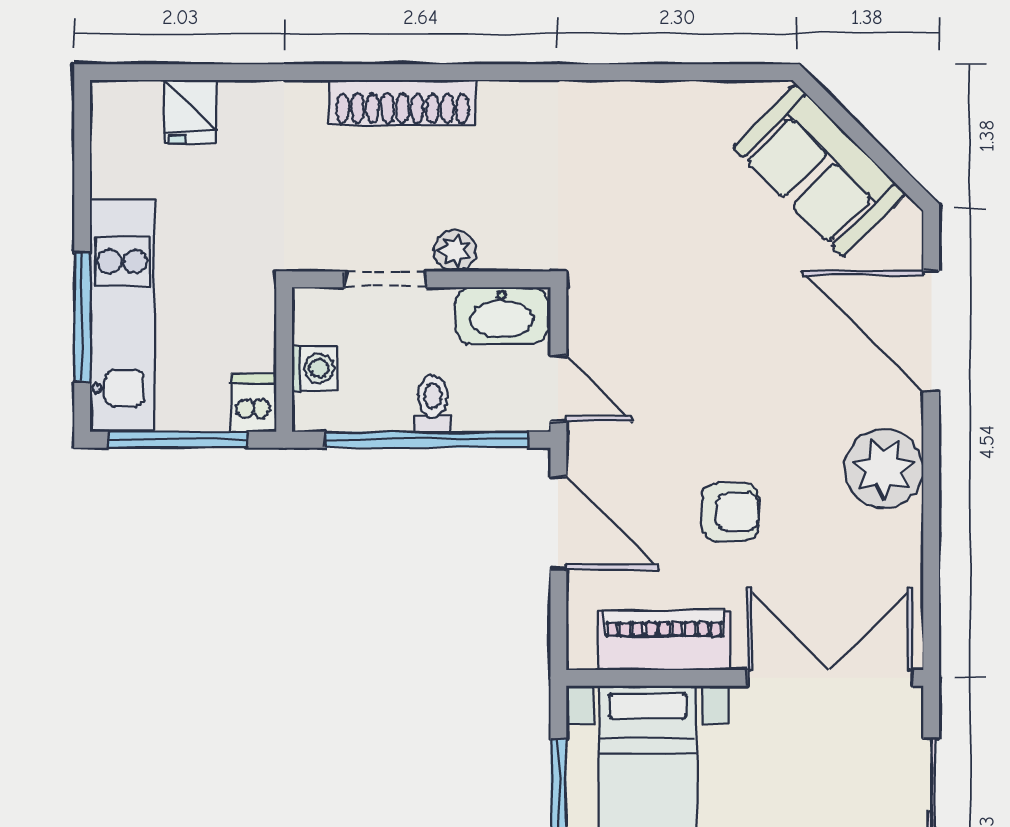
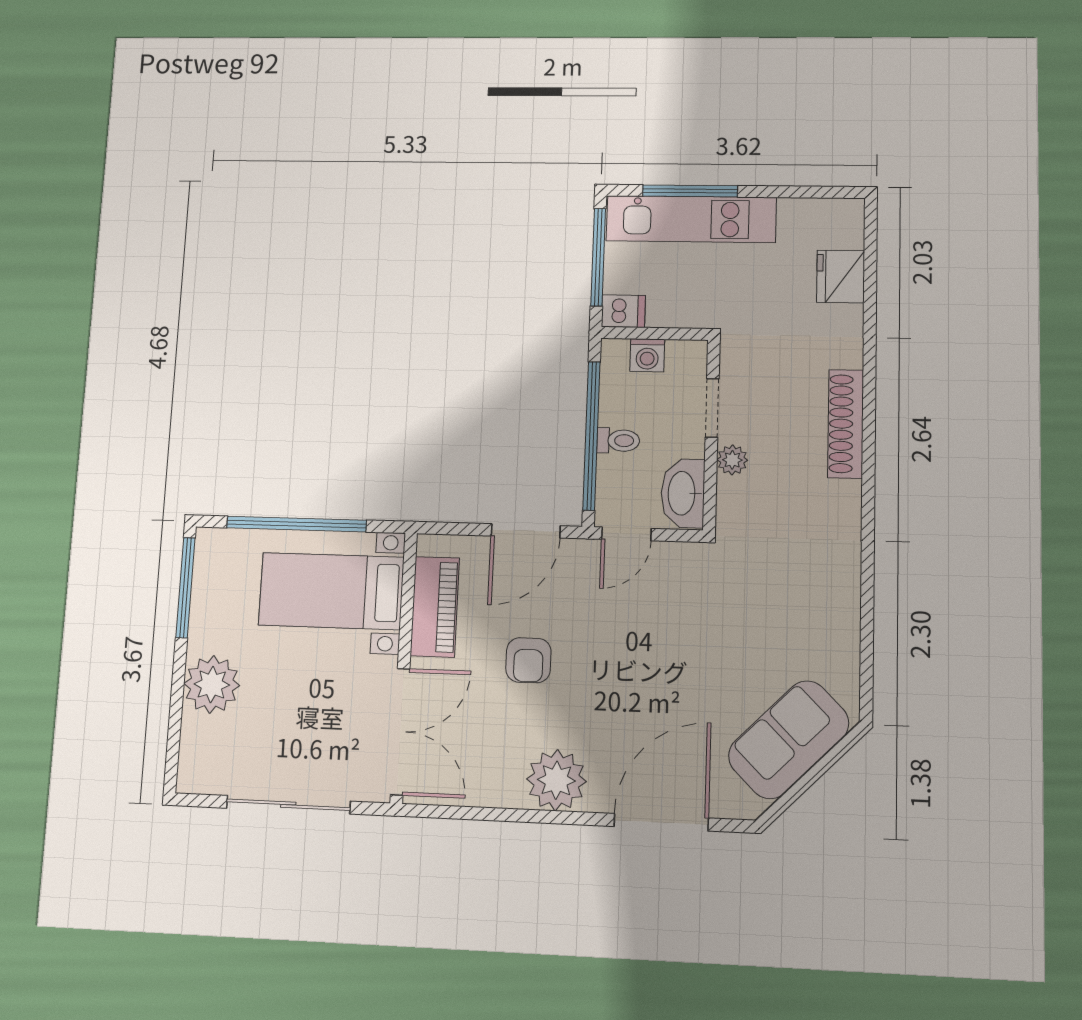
fridge: (191, 111) -> (841, 277), width x1.38

